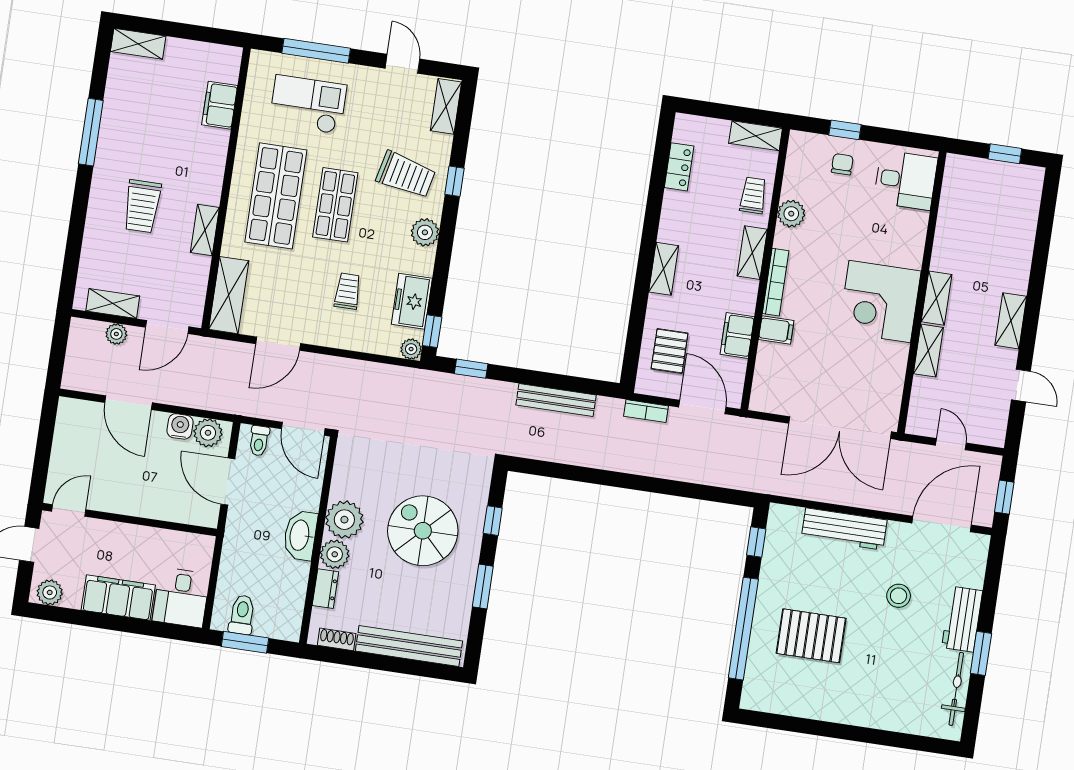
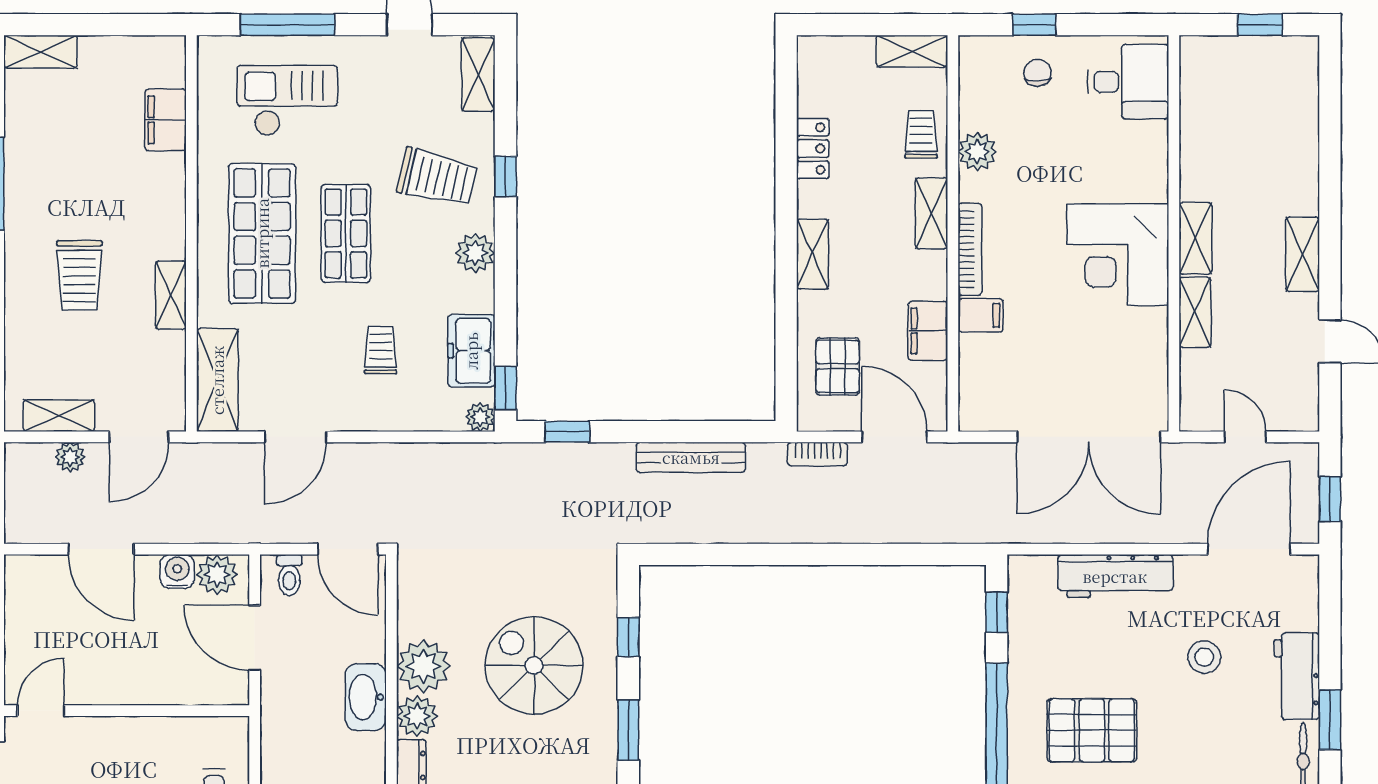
locker: (679, 167) -> (813, 149), moved

